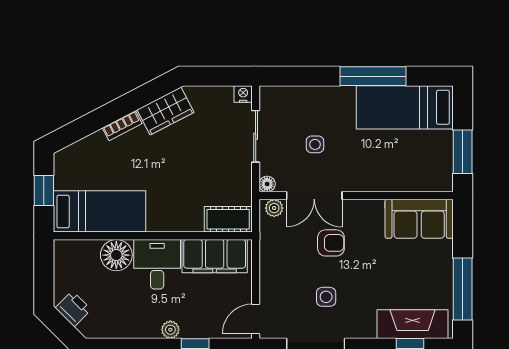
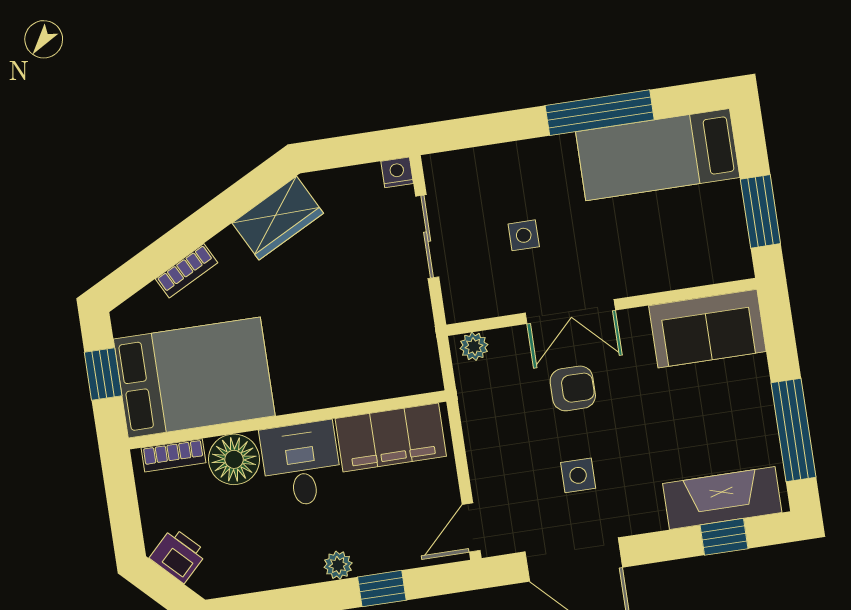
bookcase: (122, 126) -> (186, 271), moved
floor lamp: (267, 184) -> (457, 310), removed
double door: (314, 196) -> (570, 312), moved
bed: (99, 211) -> (194, 377), width x1.50
cot: (228, 219) -> (403, 375), removed
bookcase: (80, 247) -> (173, 455), added

